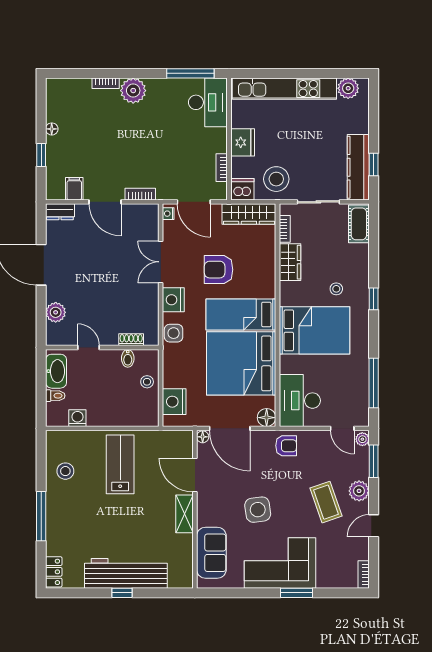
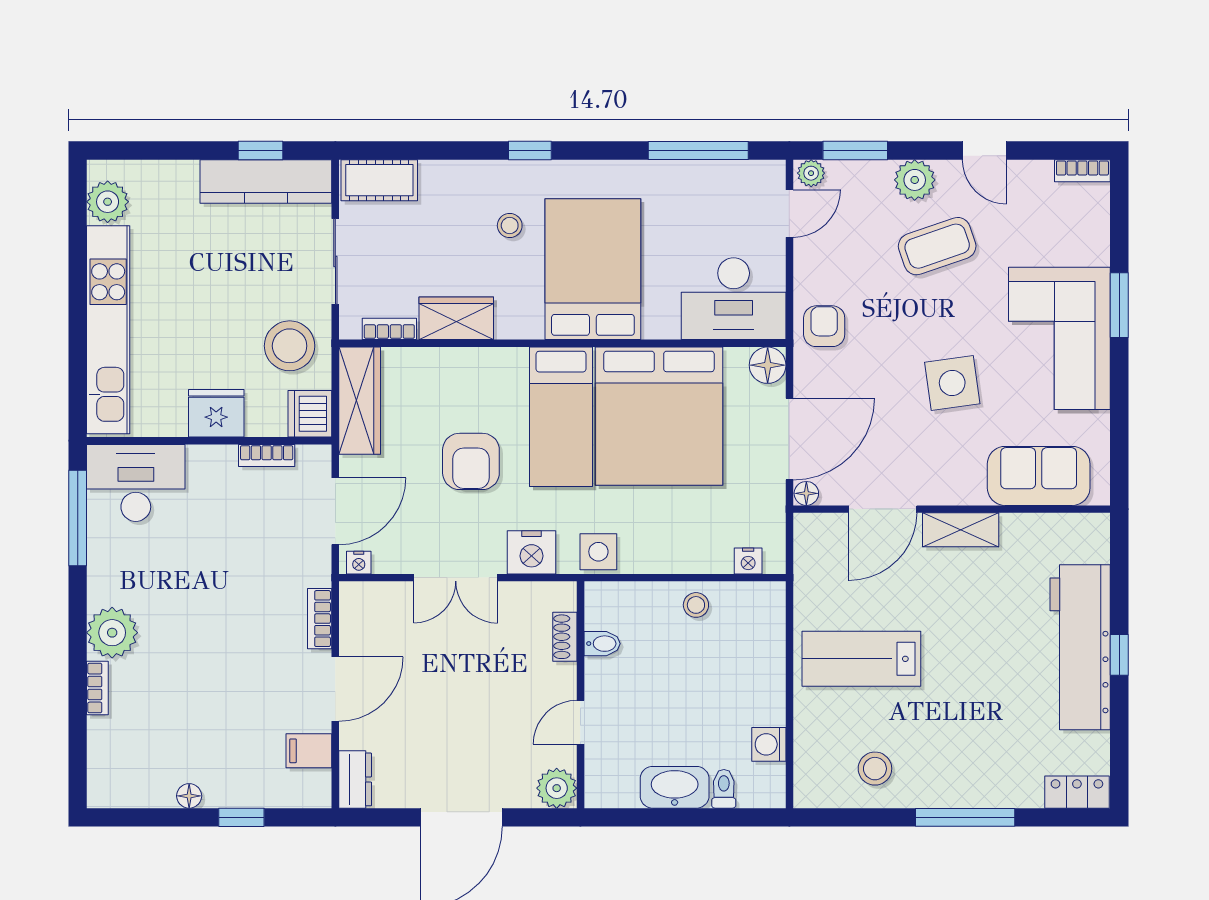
shoe rack: (131, 340) -> (565, 637), moved
door: (88, 348) -> (580, 722), moved
wall: (102, 348) -> (580, 695), moved
bidet: (128, 358) -> (602, 644), moved
nightstand: (174, 402) -> (748, 561), width x0.53, depth x0.56

